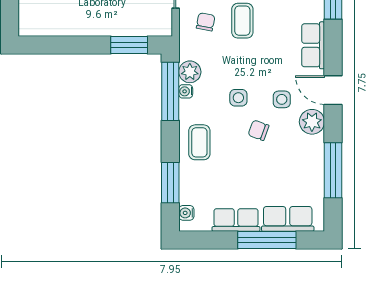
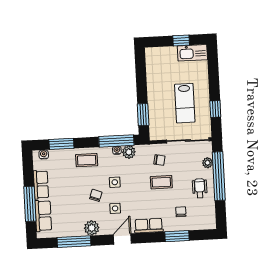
plant: (312, 122) -> (92, 228), moved

